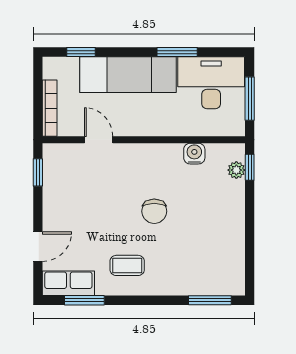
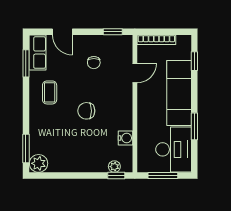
chair: (83, 200) -> (94, 63), added
plant: (232, 282) -> (39, 163), added

